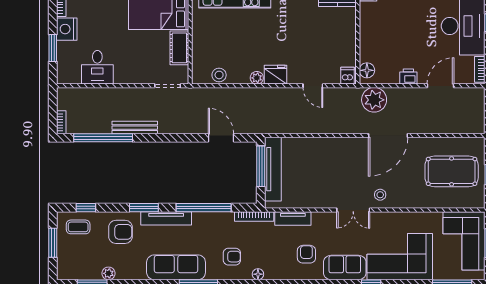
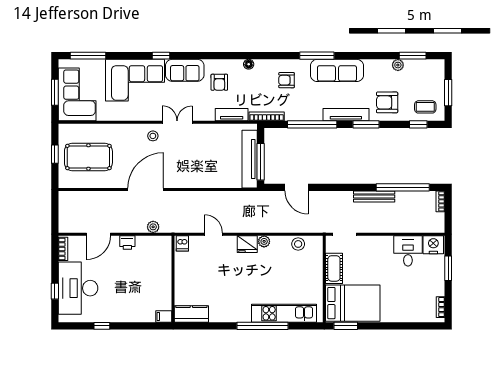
nightstand: (67, 29) -> (433, 245), moved, turned -90
floor lamp: (367, 70) -> (165, 248), removed
plant: (374, 100) -> (153, 227), width x0.53, depth x0.53
floor lamp: (258, 274) -> (249, 64), moved

